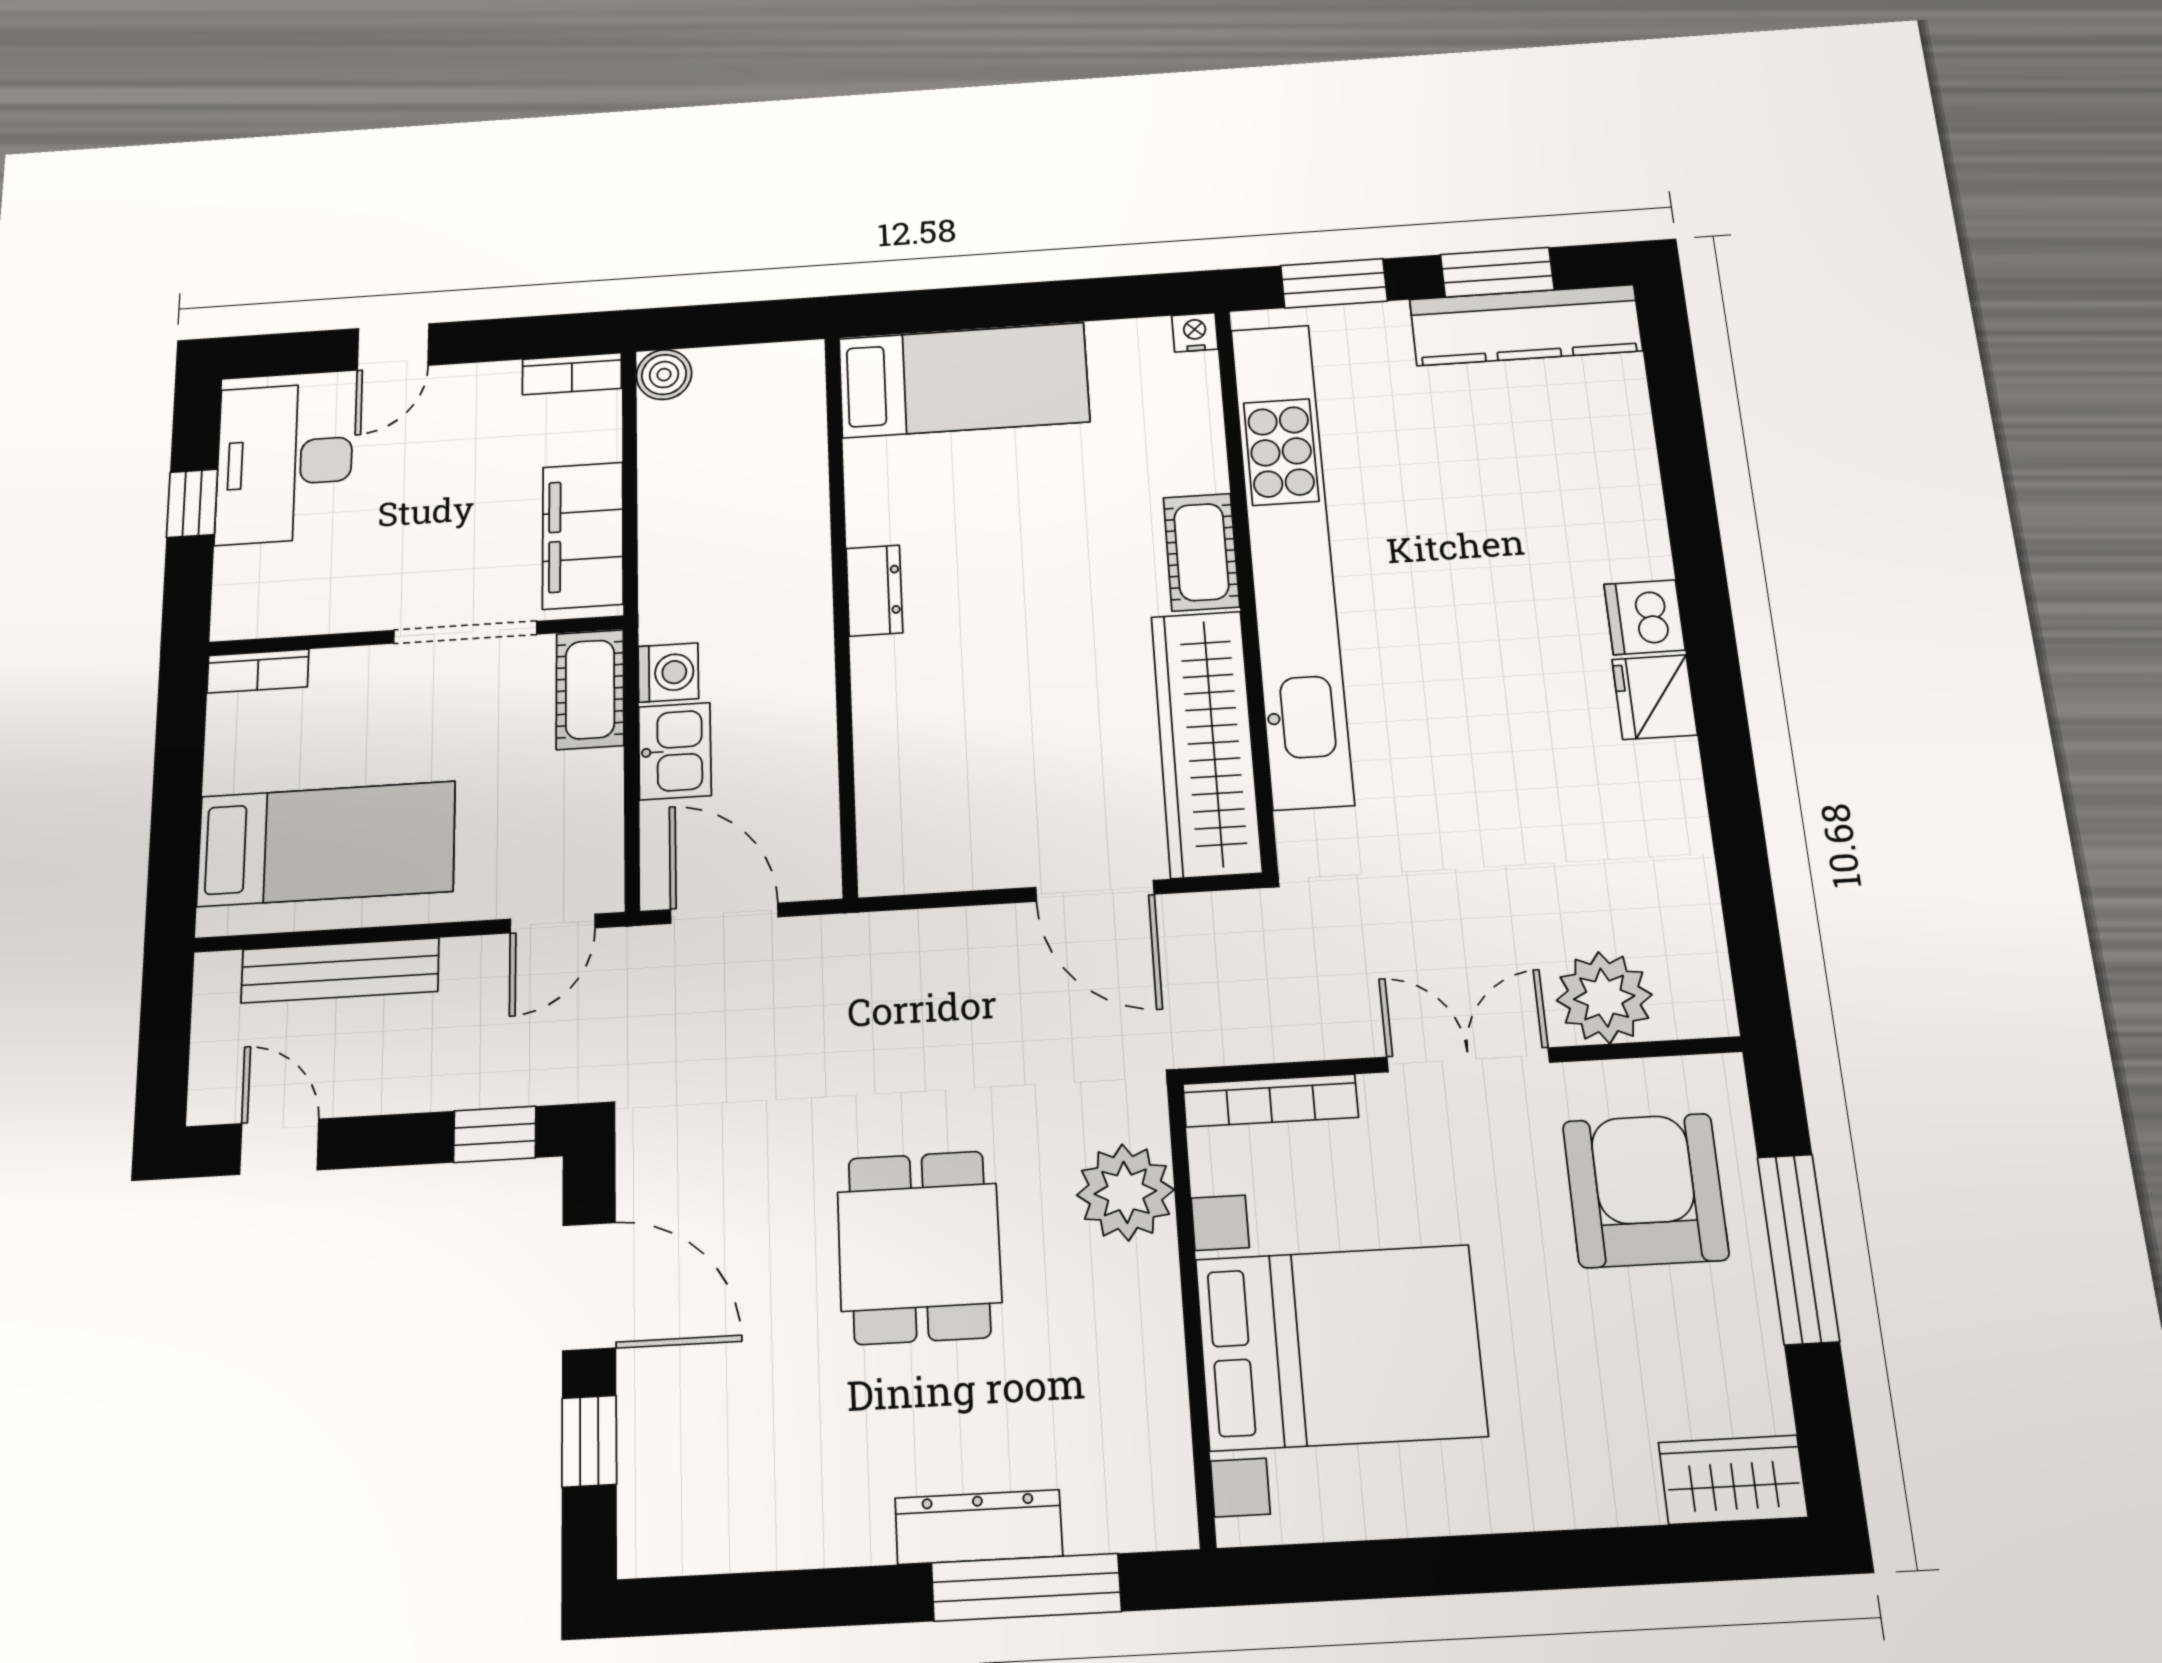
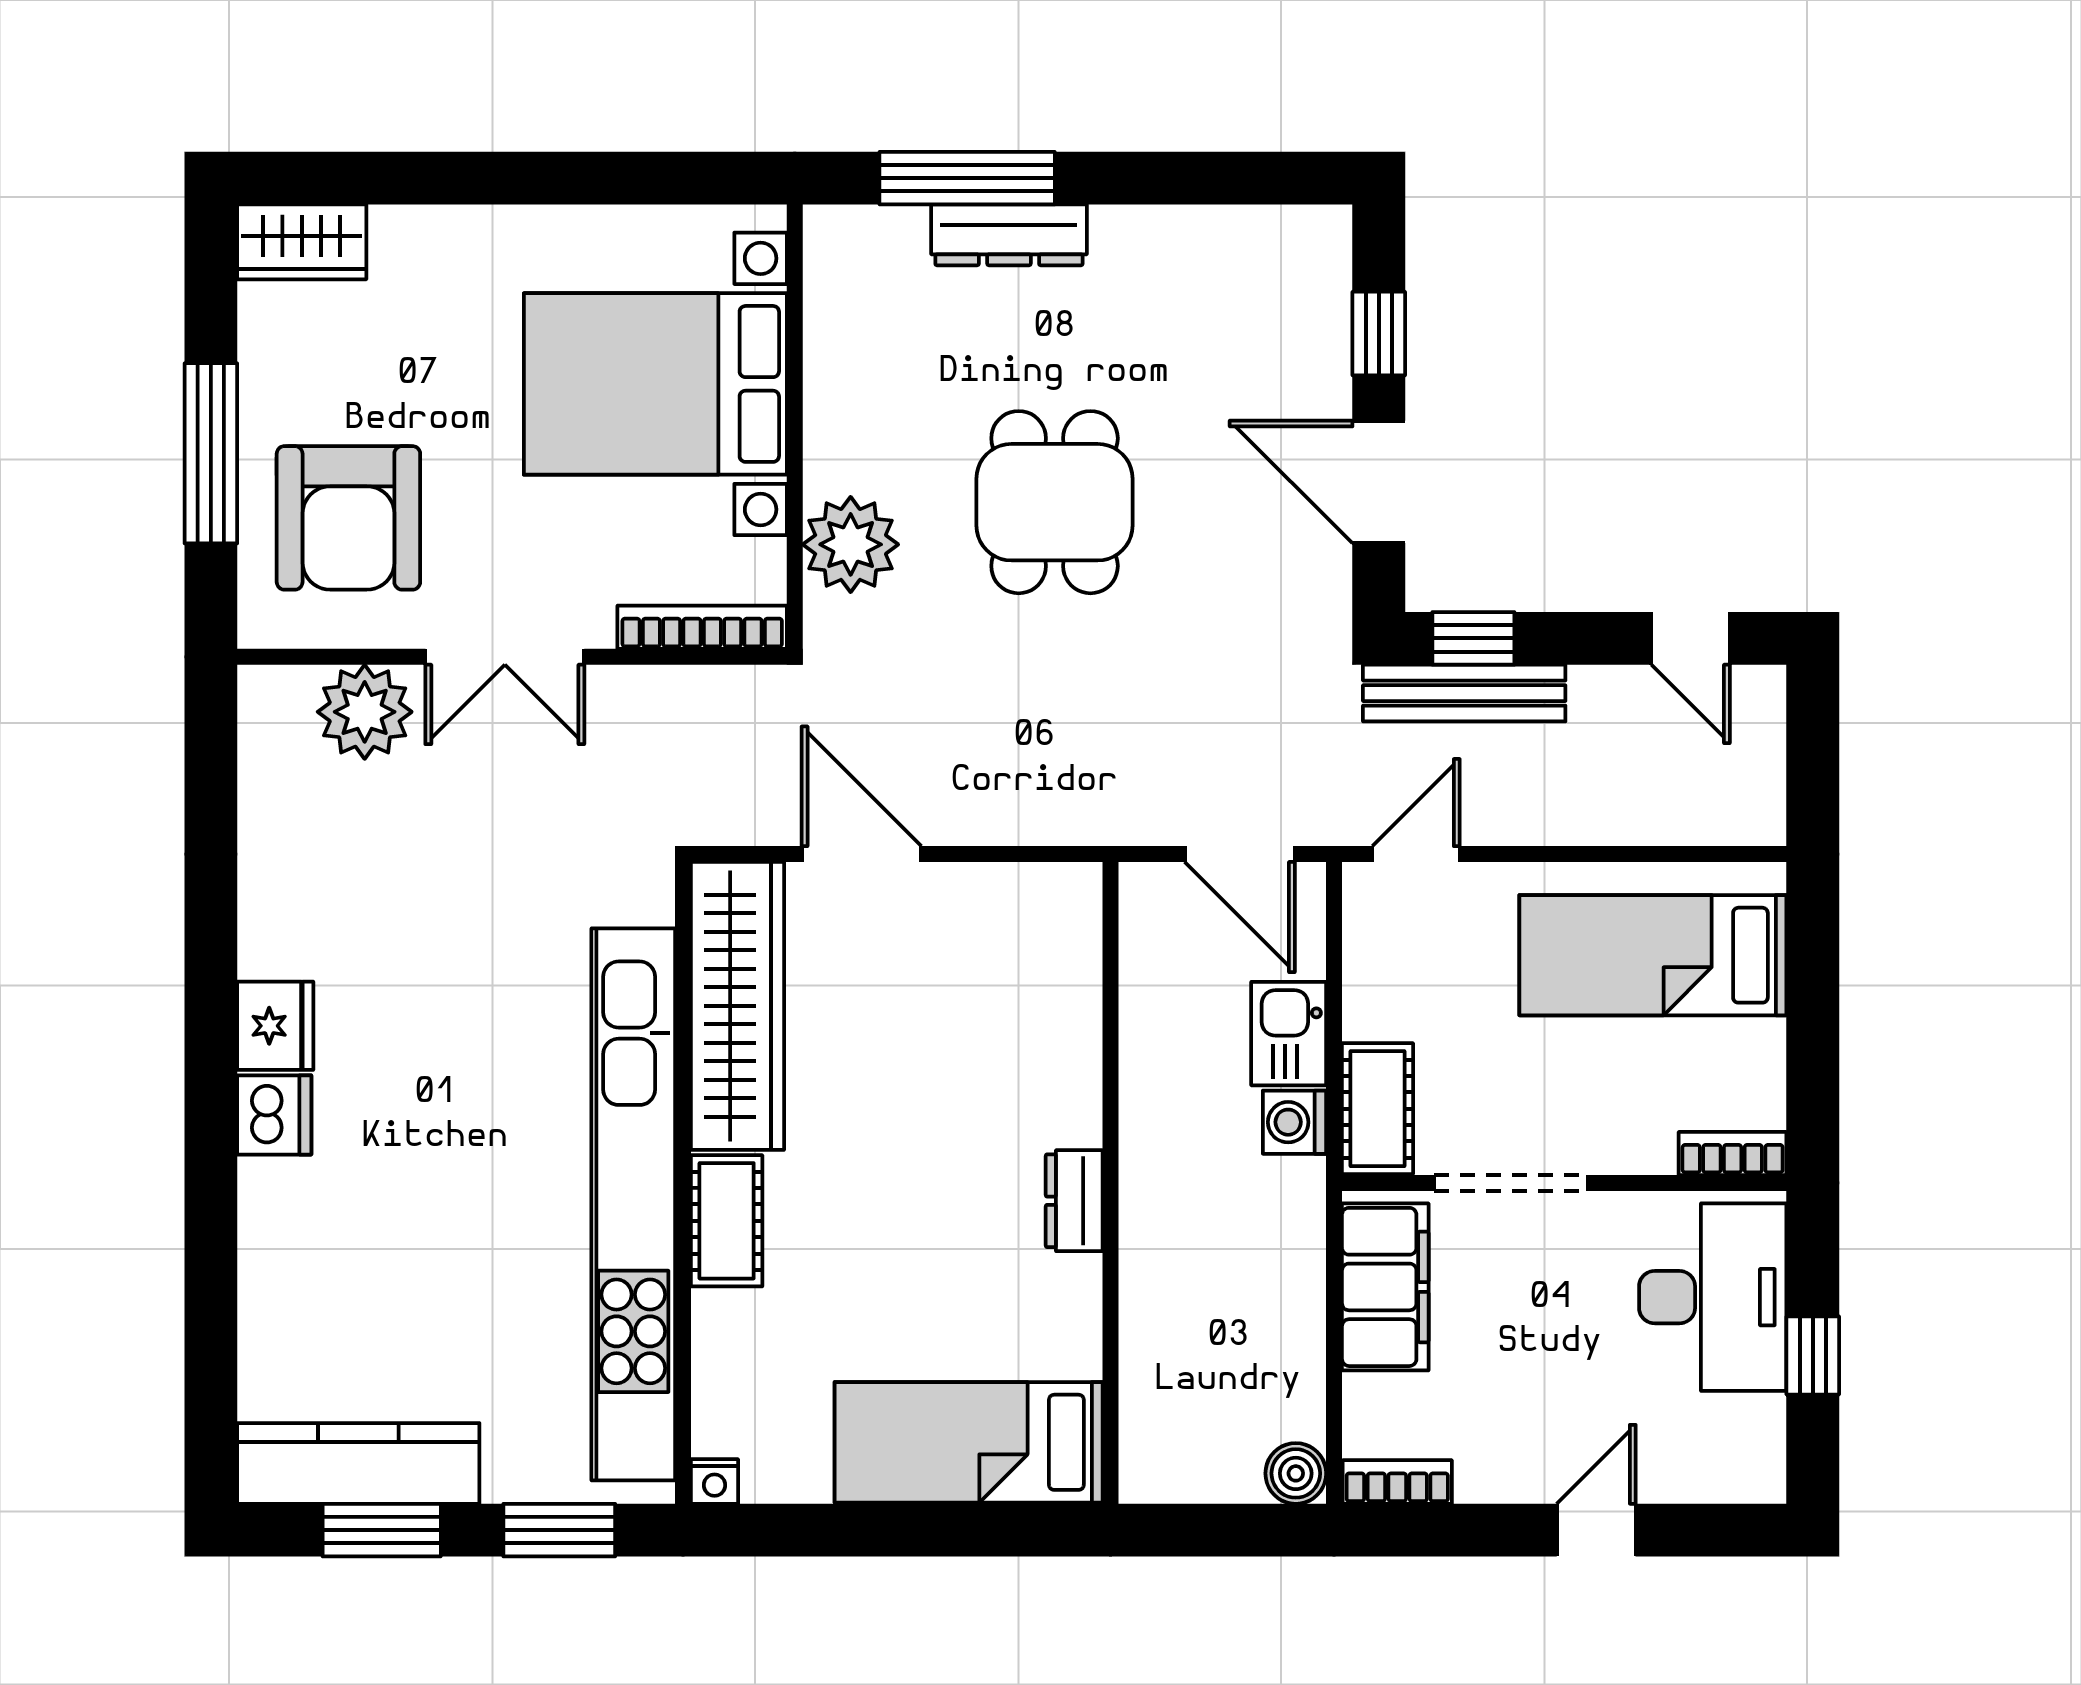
desk: (285, 463) -> (1713, 1297), moved
bench: (340, 970) -> (1464, 693), moved

